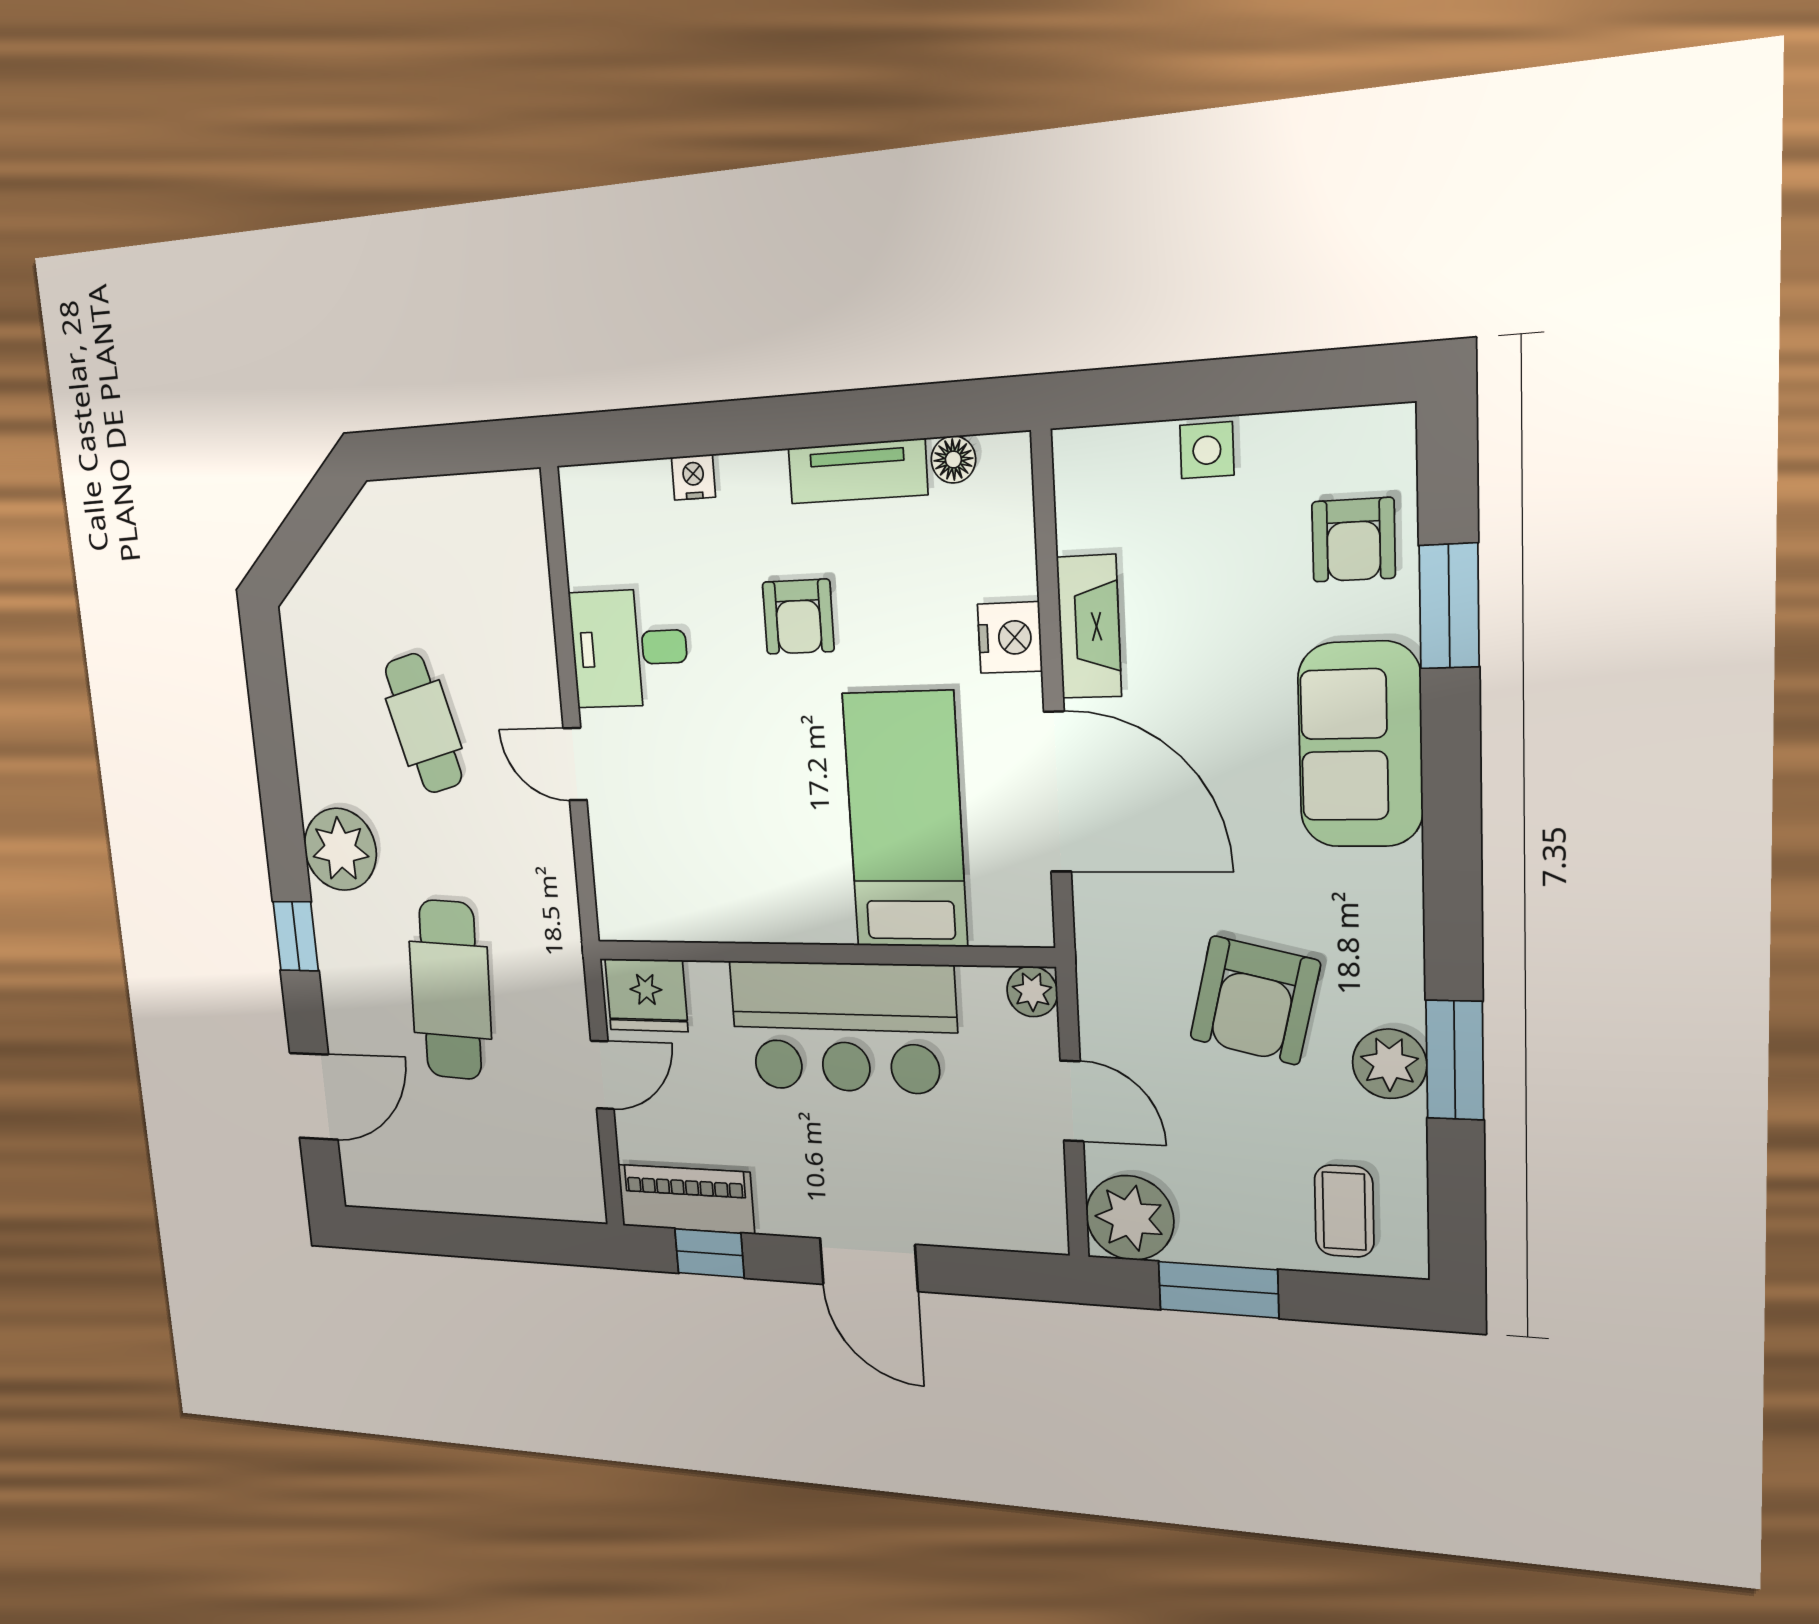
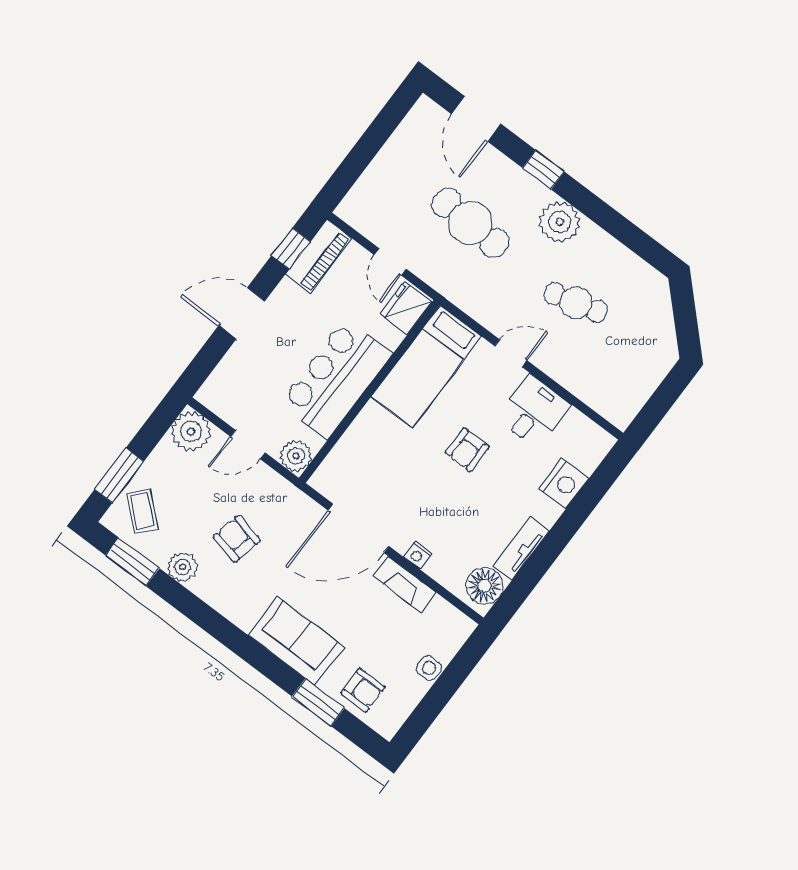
floor lamp: (953, 460) -> (484, 586), width x1.89, depth x1.89
nightstand: (693, 477) -> (564, 483), width x1.89, depth x1.79
armchair: (1354, 540) -> (363, 690), turned 180
armchair: (798, 617) -> (467, 450), moved, turned -90
nightstand: (1010, 638) -> (417, 555), width x0.72, depth x0.74
bed: (905, 820) -> (426, 366), moved, turned 90
plant: (1032, 992) -> (296, 456), width x1.38, depth x1.38
armchair: (1255, 1000) -> (237, 539), width x0.72, depth x0.72
window: (1455, 1060) -> (132, 562), moved
coffee table: (1344, 1211) -> (142, 511), turned 41
window: (1218, 1290) -> (119, 475), moved

